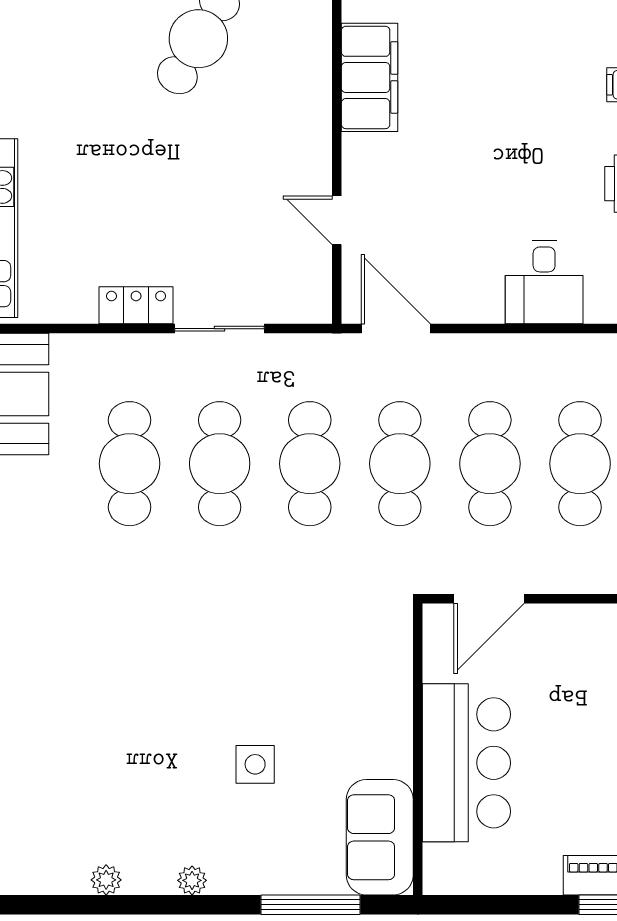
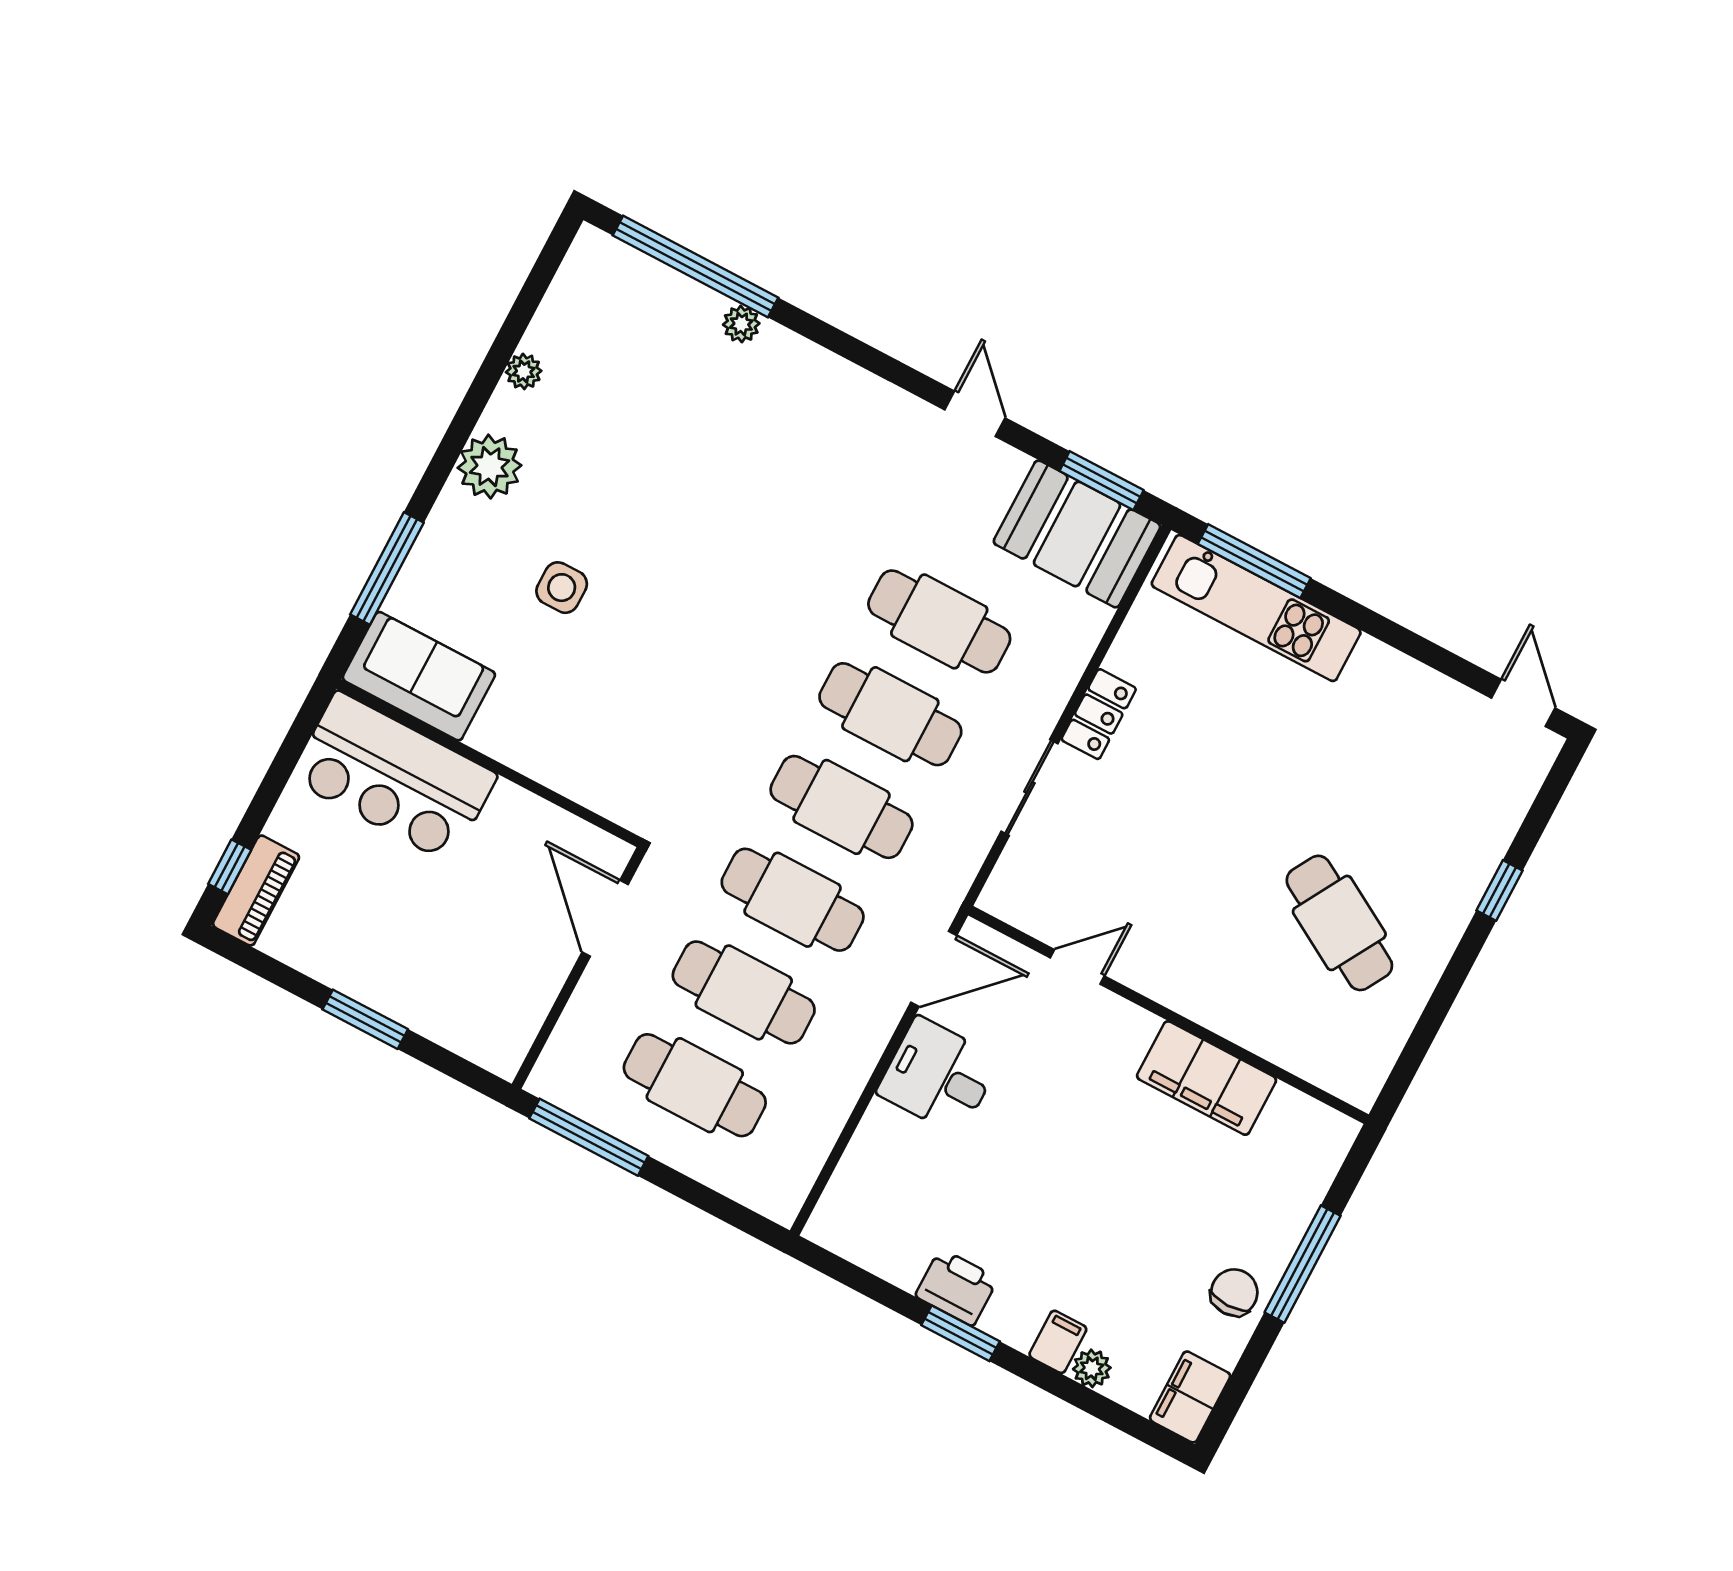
desk: (544, 282) -> (938, 1076), moved
bar counter: (466, 763) -> (394, 777), moved
plant: (192, 880) -> (490, 467), width x1.87, depth x1.87

